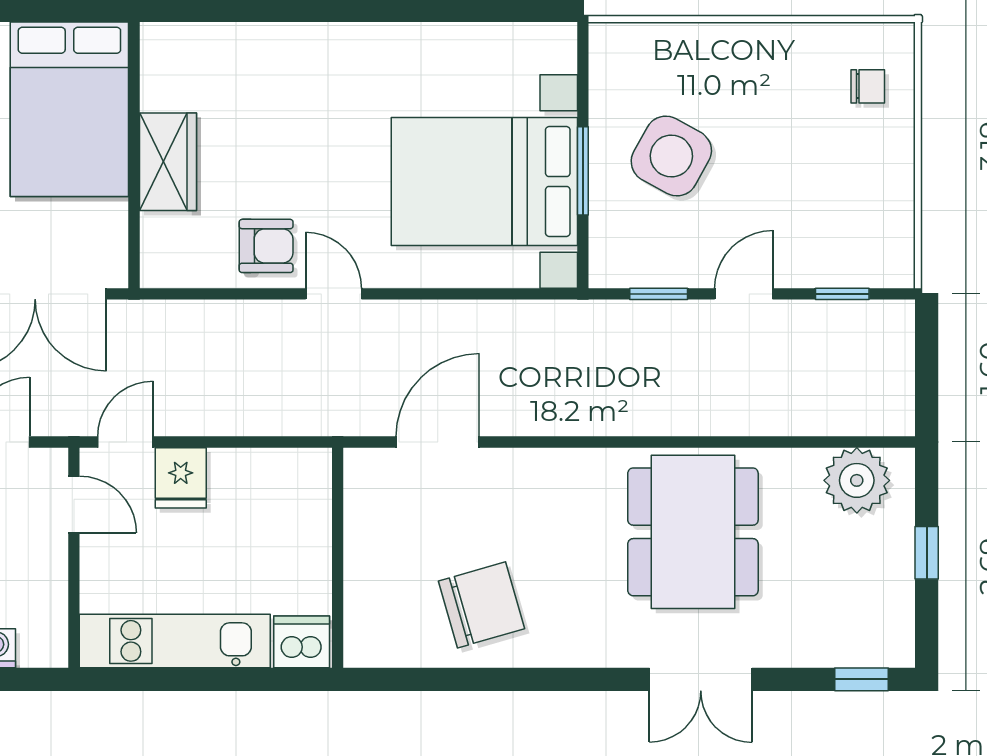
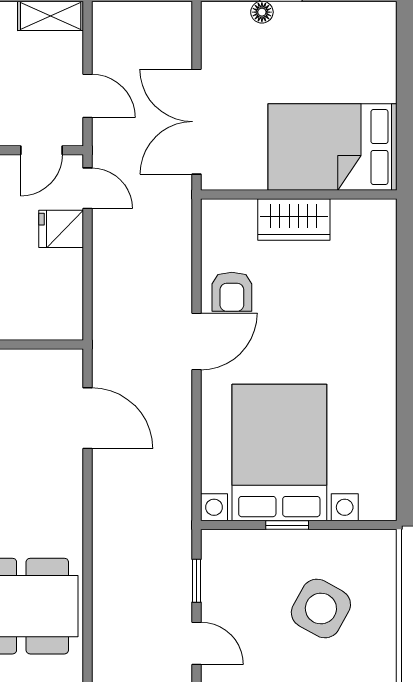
side table: (671, 156) -> (321, 608), moved
window: (583, 171) -> (287, 525), width x0.67
door: (334, 294) -> (197, 342), width x1.38

